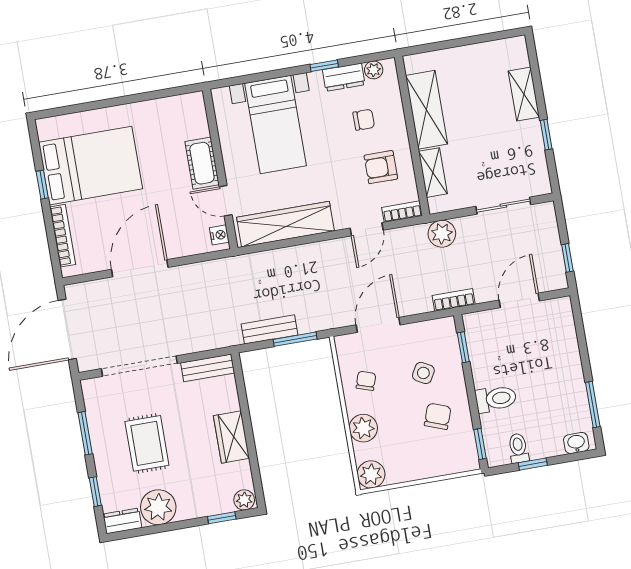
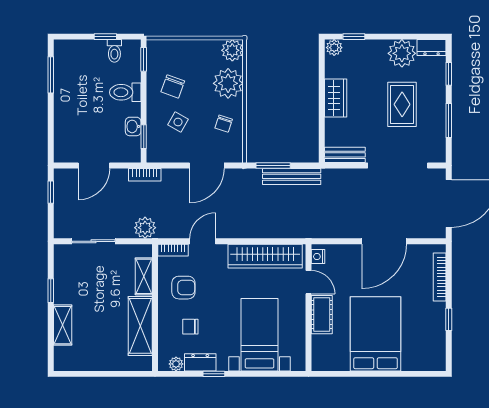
bed: (91, 166) -> (376, 334), moved, turned 90
bench: (270, 329) -> (292, 176), width x1.36
plant: (363, 428) -> (228, 83), width x1.36, depth x1.36
washbasin: (576, 443) -> (133, 126), moved, turned 90

